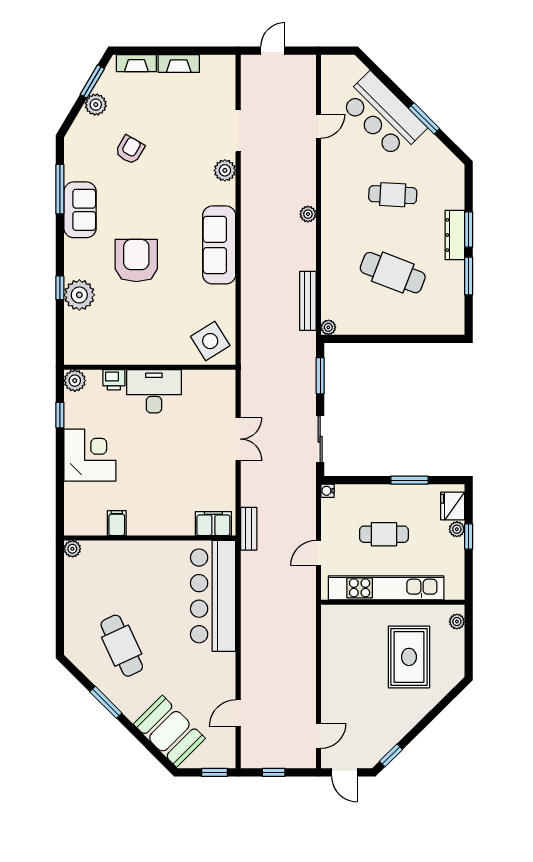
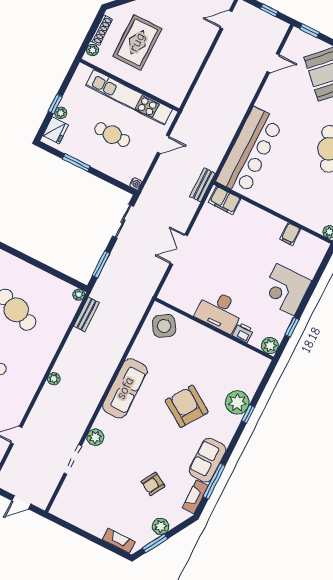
fireplace: (179, 63) -> (195, 497), moved, turned -90
armchair: (136, 260) -> (187, 406), turned 124
bench: (308, 301) -> (86, 314), width x0.73
shoe rack: (458, 650) -> (102, 30), added

